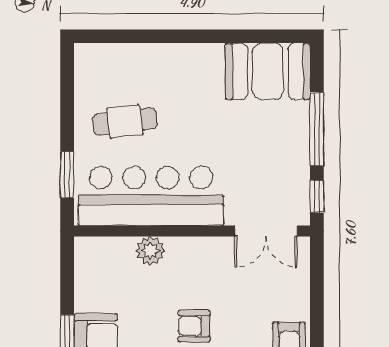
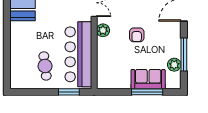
plant: (150, 251) -> (103, 30), moved

